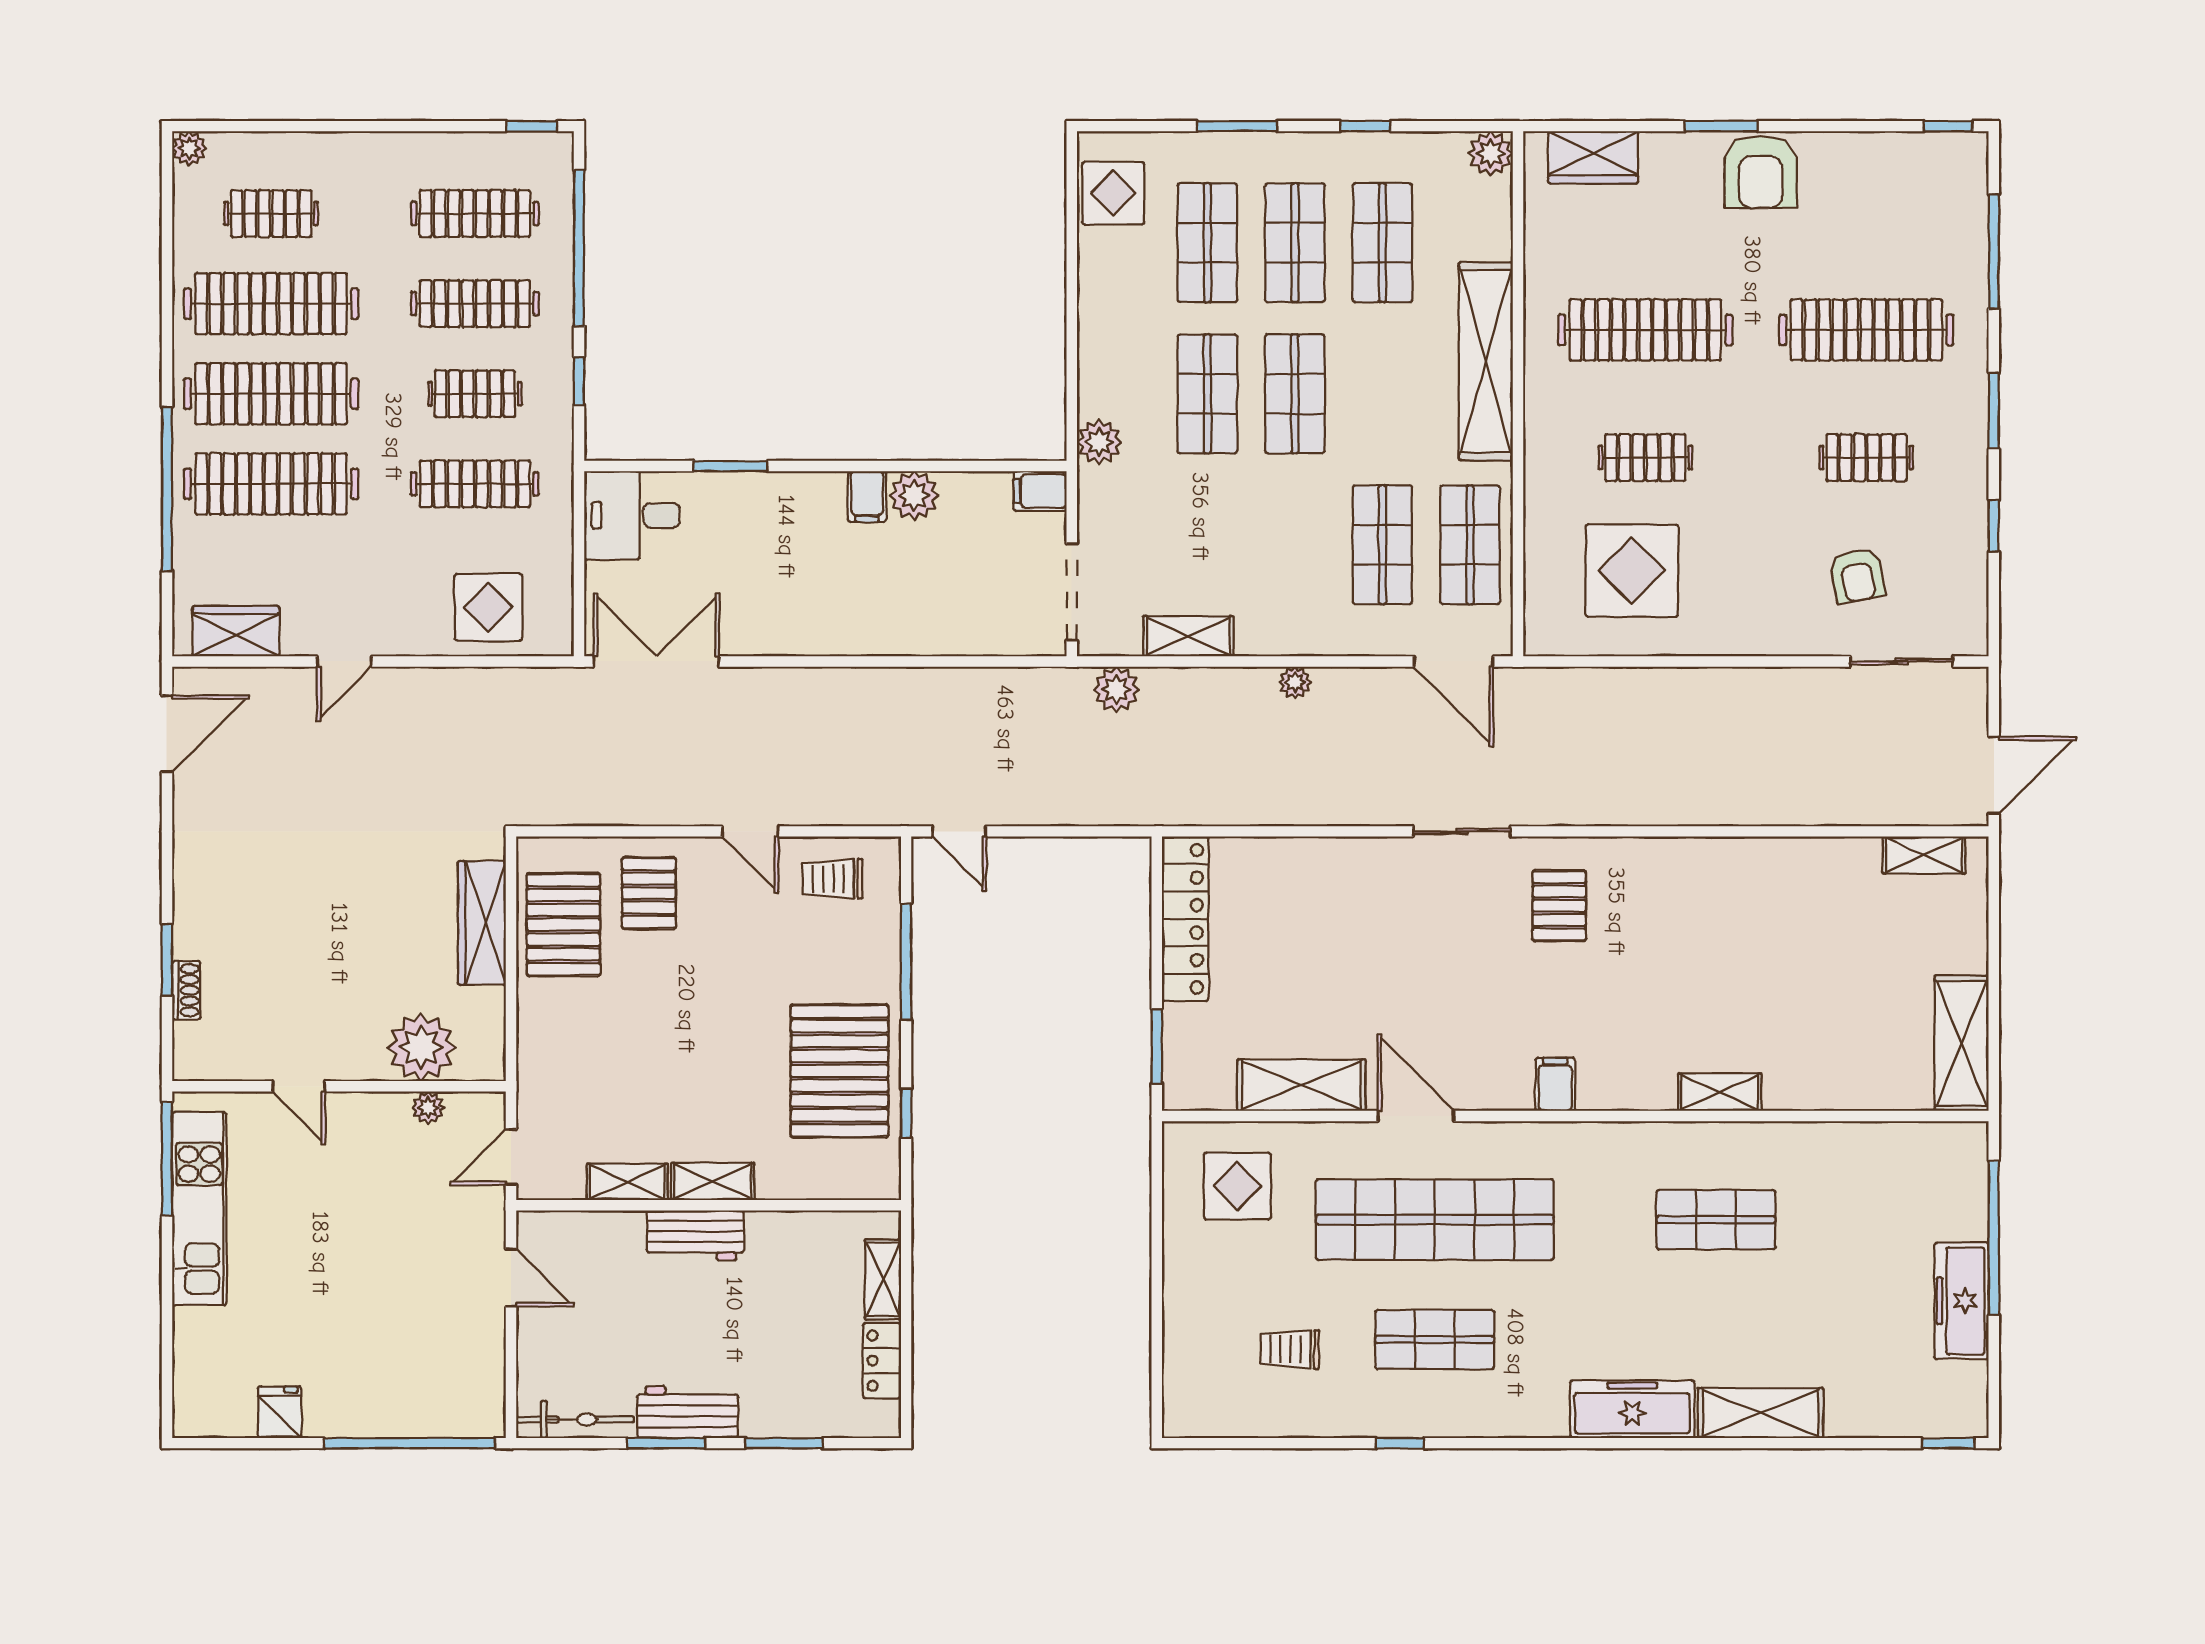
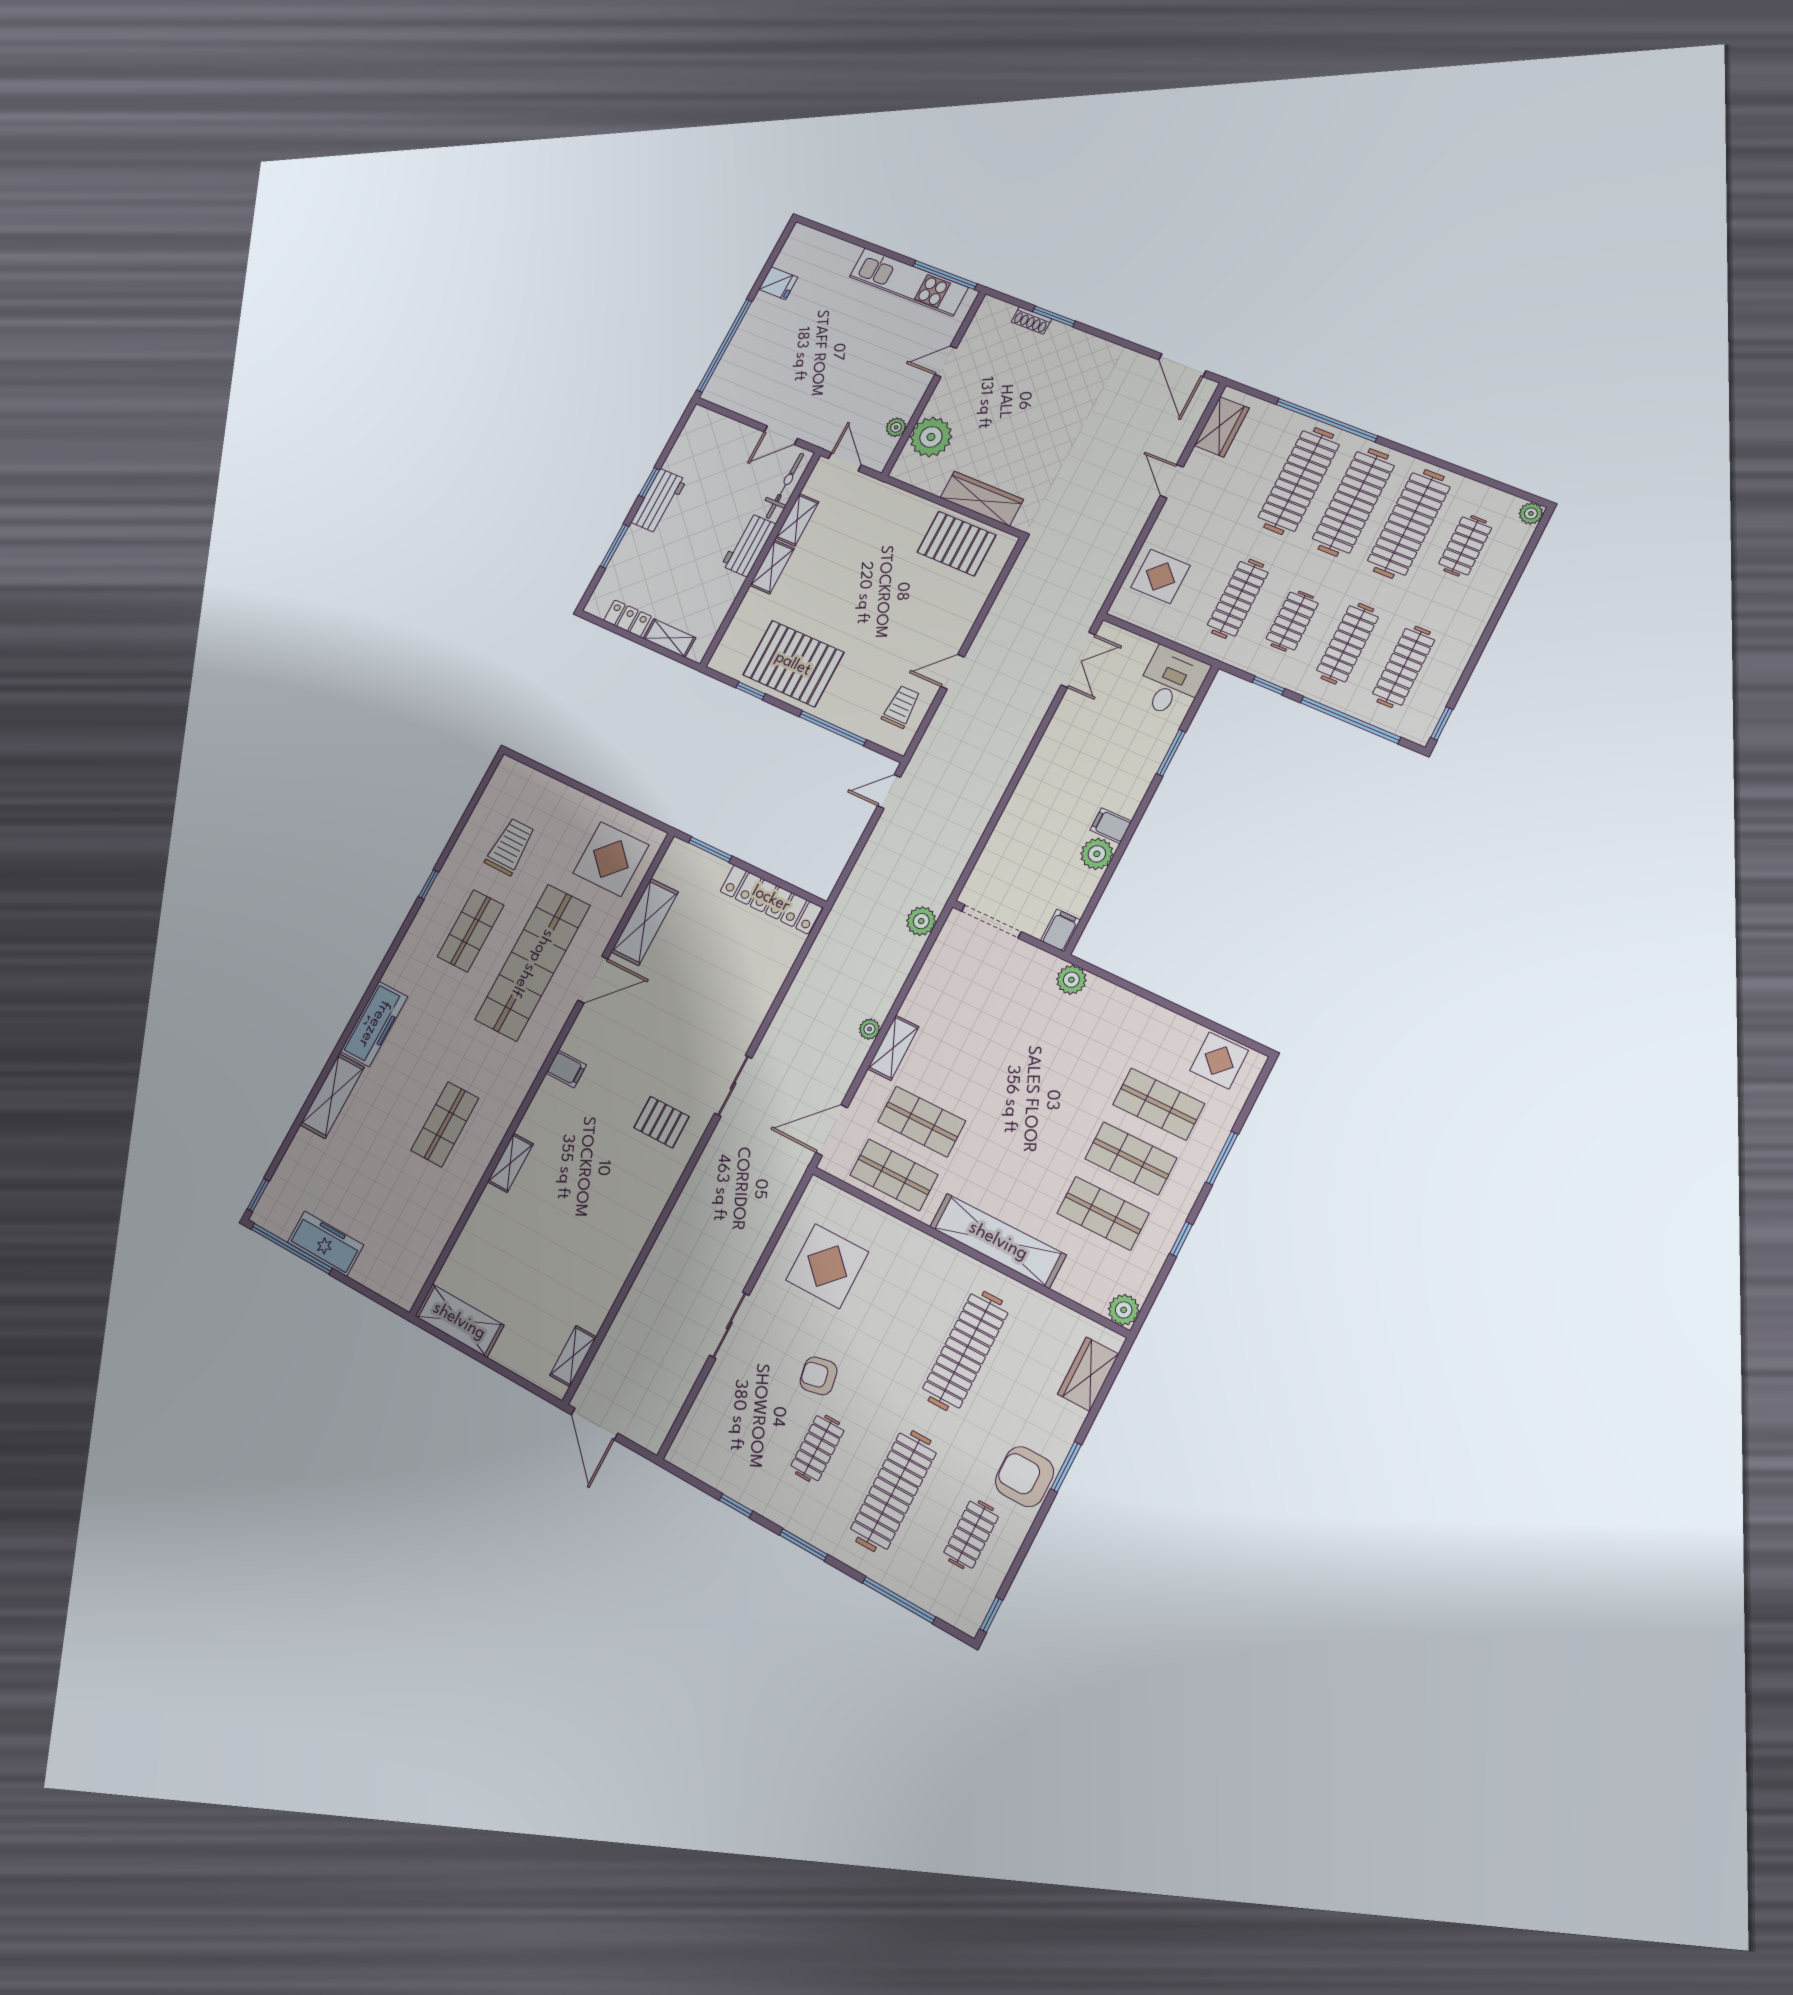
shop shelf: (1207, 394) -> (1066, 1059), removed
shop shelf: (1295, 394) -> (1039, 1113), removed
clothes rail: (1645, 458) -> (971, 1535), moved
armchair: (1857, 575) -> (819, 1376), moved
shelving: (1188, 636) -> (893, 1048), moved
double door: (656, 661) -> (1078, 660), width x0.73
sliding door: (1902, 661) -> (729, 1325), moved
pallet: (649, 893) -> (948, 599), removed
display table: (1237, 1186) -> (611, 859), width x1.36, depth x1.36
window: (1994, 1238) -> (291, 1249), moved
trolley: (1290, 1349) -> (510, 847), width x1.36, depth x1.39
bicycle: (575, 1419) -> (785, 486), moved, turned 180
window: (666, 1443) -> (649, 483), width x0.67

